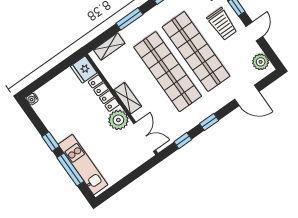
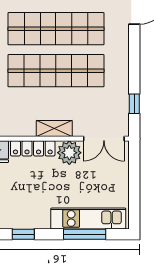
window: (209, 122) -> (134, 65), removed
double door: (145, 137) -> (104, 139), swing flipped
window: (51, 141) -> (23, 234), moved

